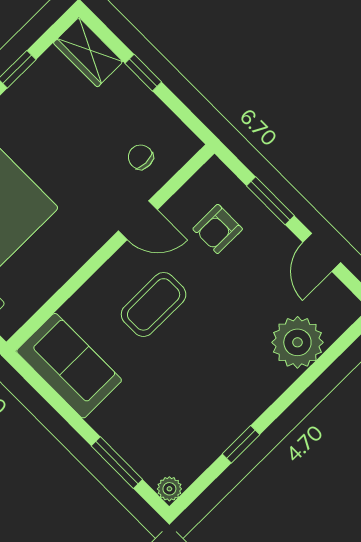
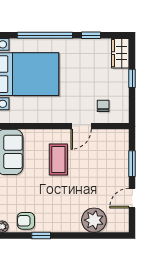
door: (138, 220) -> (81, 126), hinge flipped
armchair: (218, 229) -> (26, 221), moved
coffee table: (154, 304) -> (58, 160), turned 90

